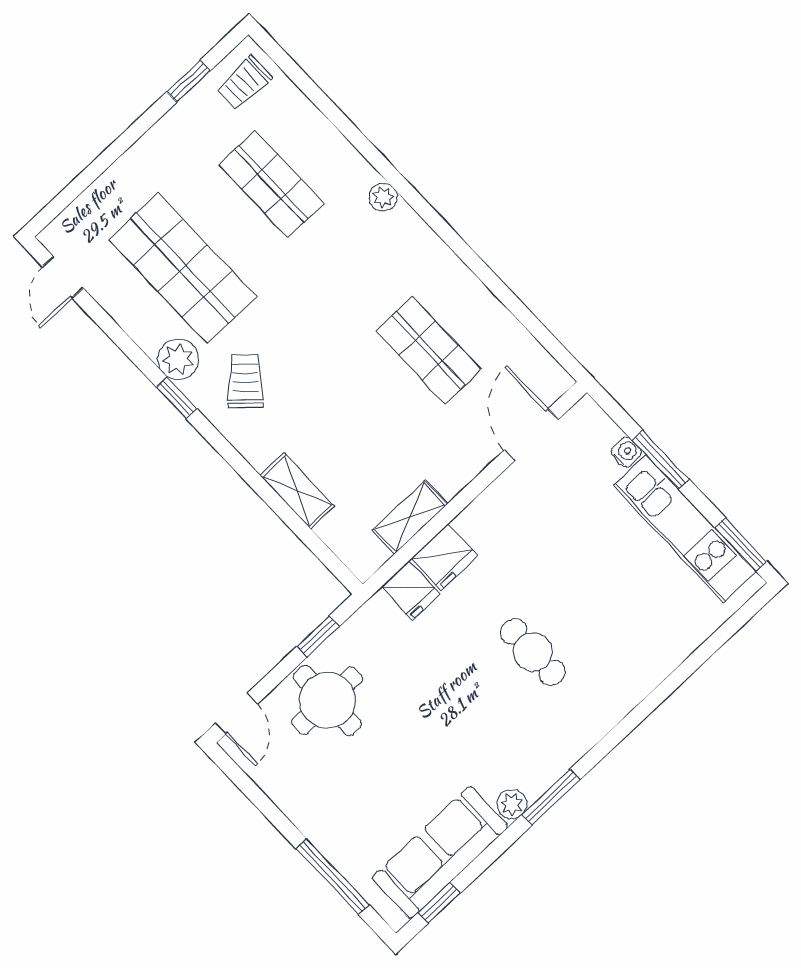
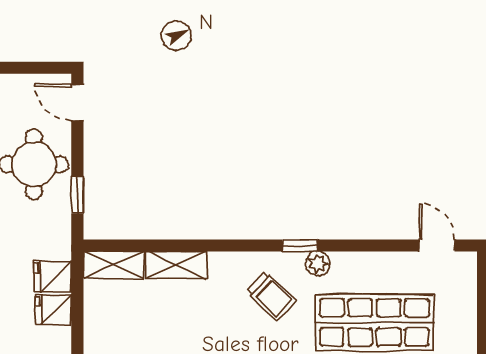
plant: (178, 359) -> (318, 264), width x0.73, depth x0.73
shelving: (410, 517) -> (114, 265), moved, turned 90
fridge: (444, 557) -> (53, 310), width x0.72

